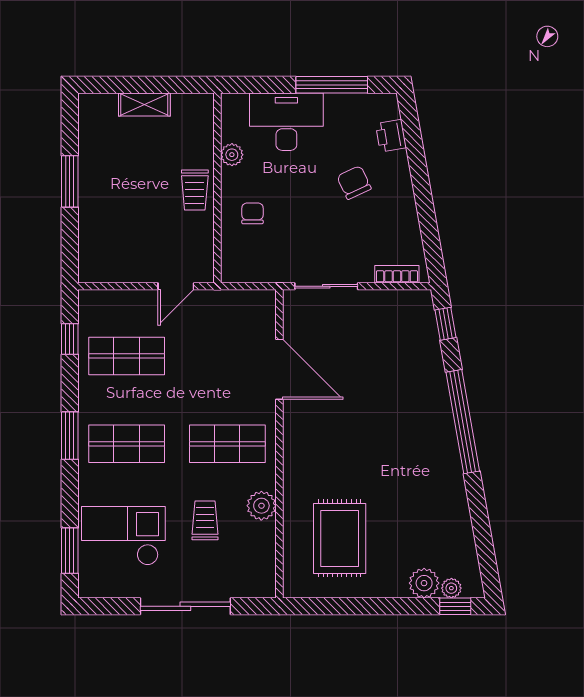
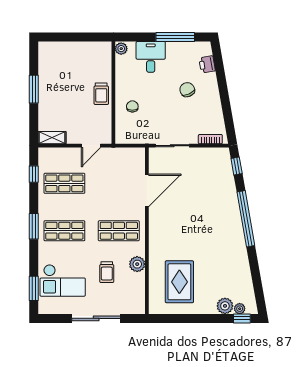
shelving: (144, 104) -> (52, 138), moved
desk: (286, 122) -> (151, 57), width x0.73
plant: (232, 155) -> (121, 49), moved
door: (279, 369) -> (147, 190), hinge flipped
trolley: (205, 520) -> (107, 272), turned 180
checkout: (123, 536) -> (63, 280), turned 180

